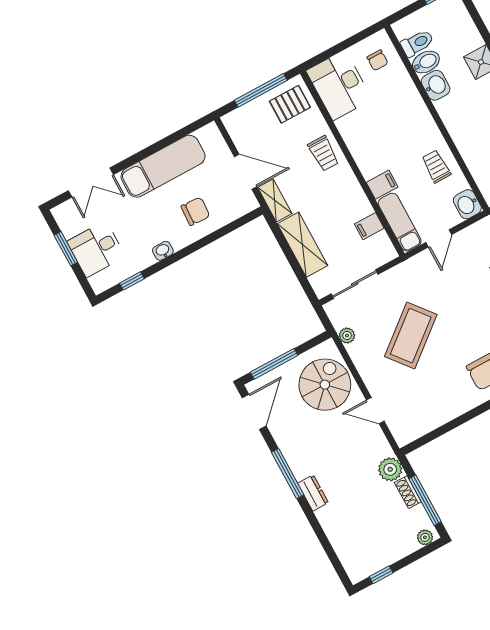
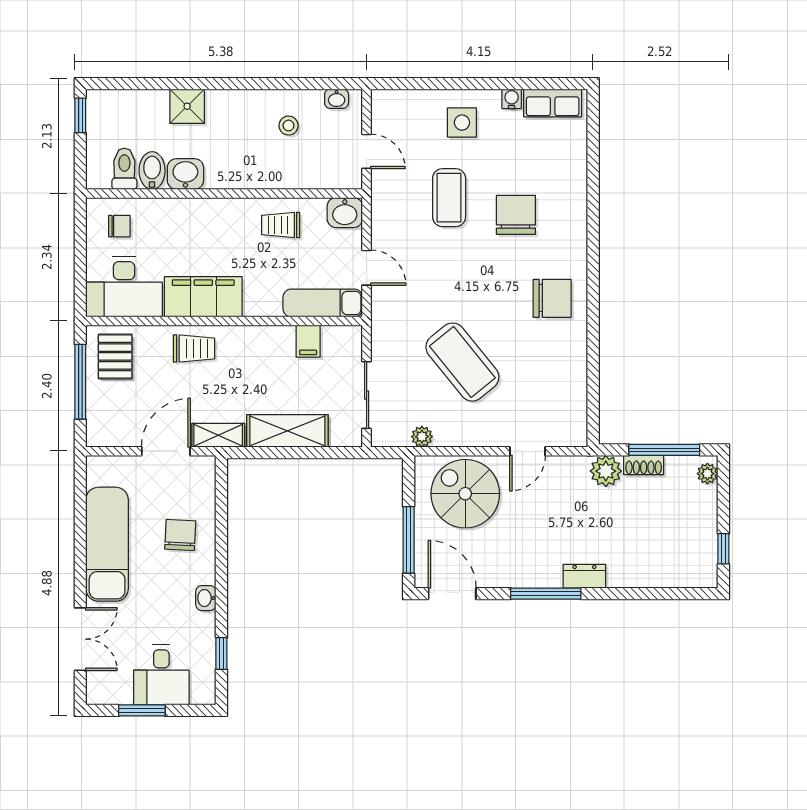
filing cabinet: (382, 185) -> (203, 297), moved, width x3.00, depth x1.17

